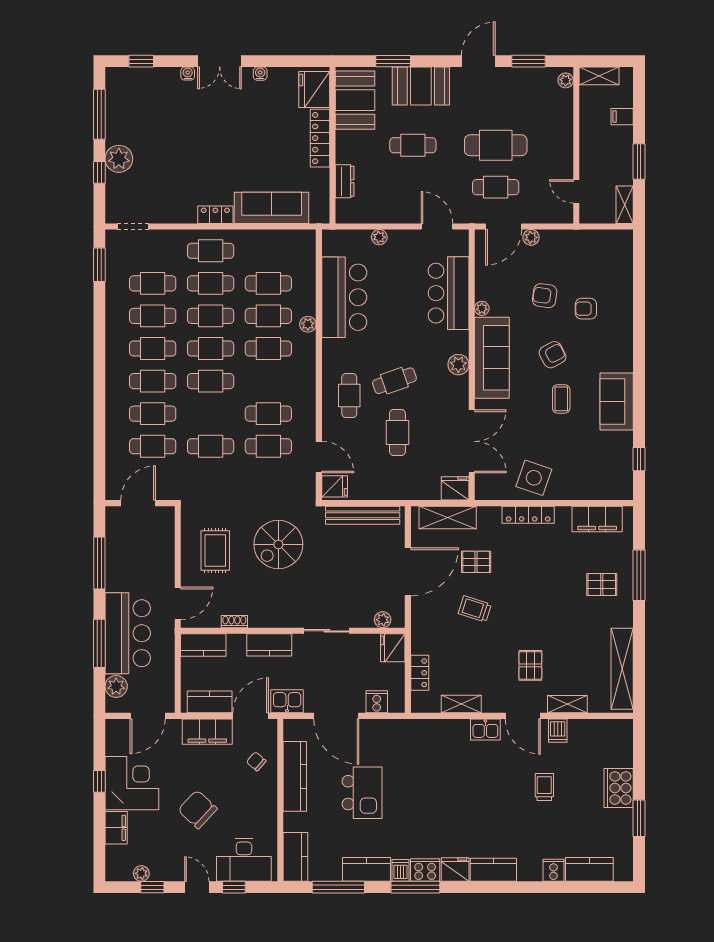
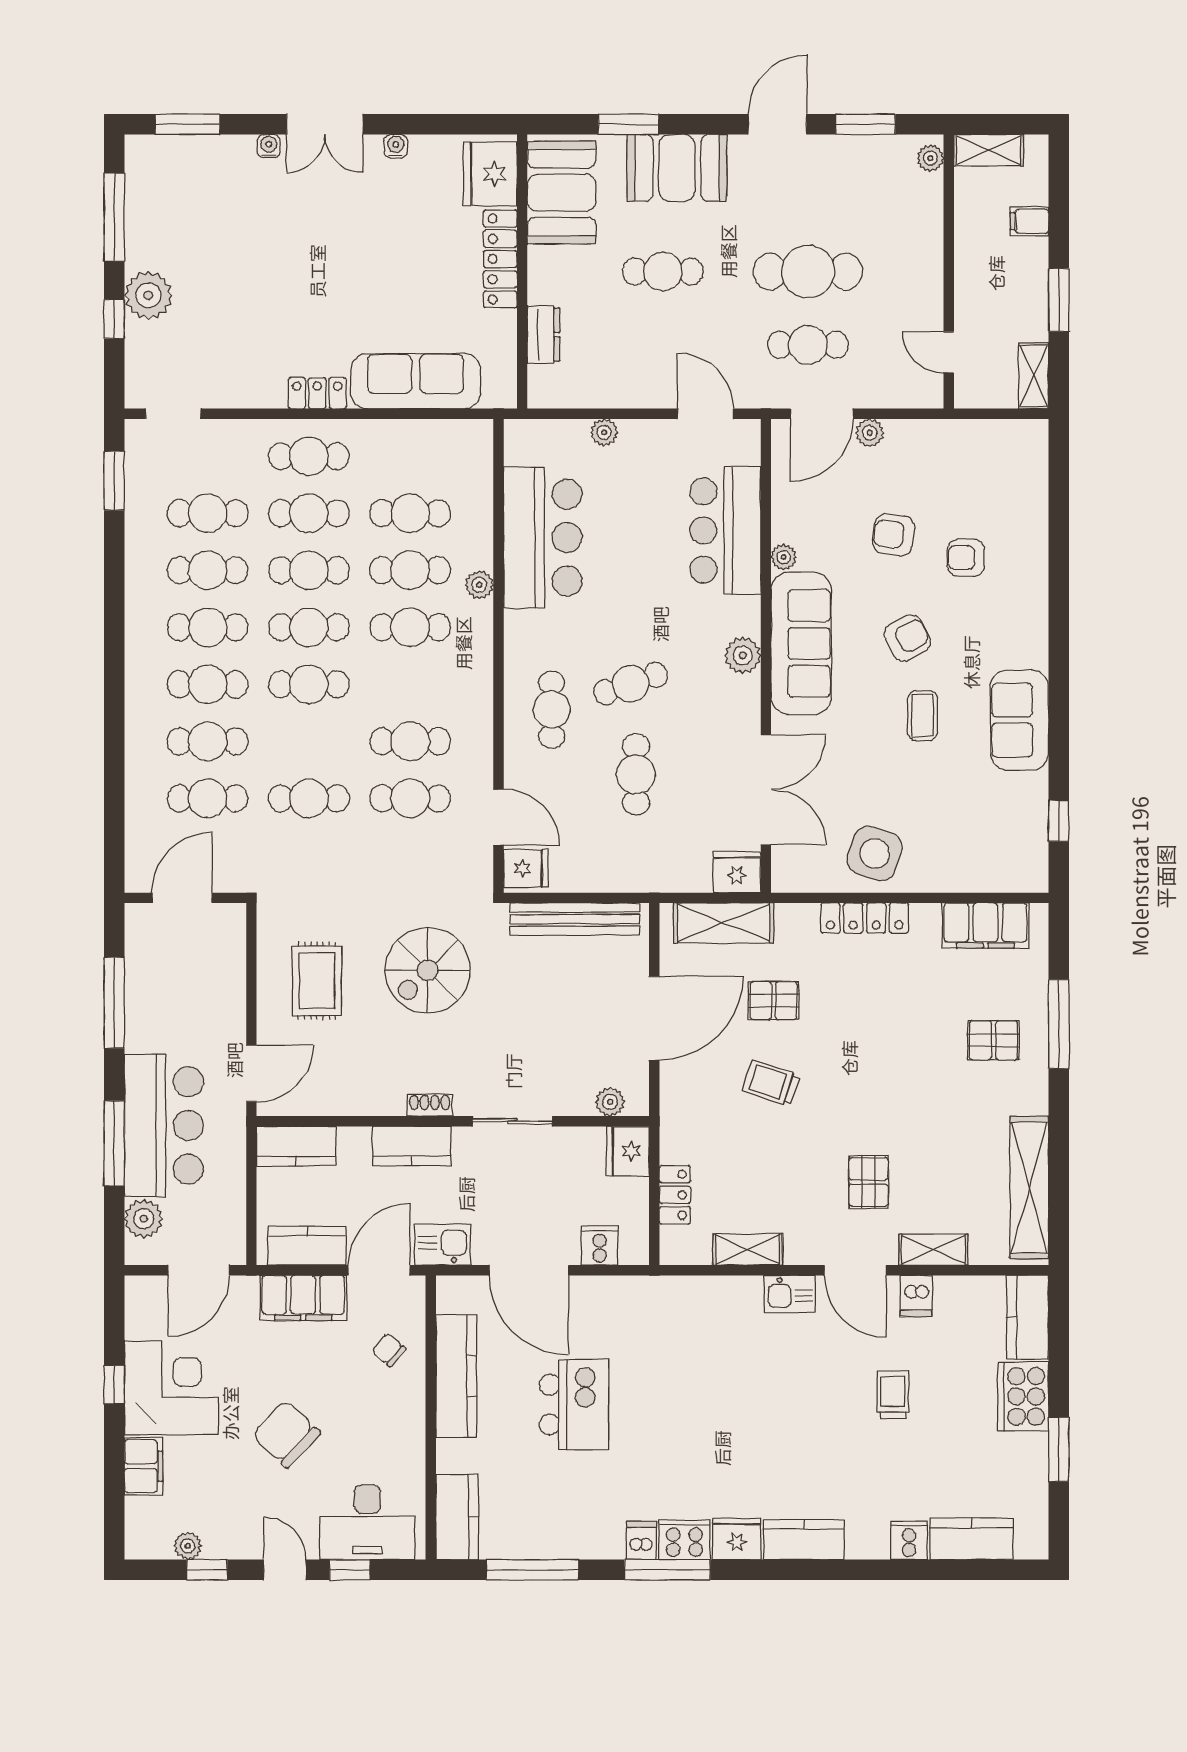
window: (141, 61) -> (188, 124), width x1.50
shoe rack: (234, 622) -> (430, 1105), moved
kitchen counter: (367, 869) -> (1028, 1317), moved, turned -90

